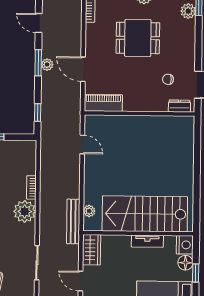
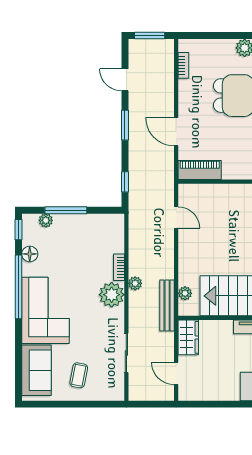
plant: (47, 65) -> (135, 283), moved

